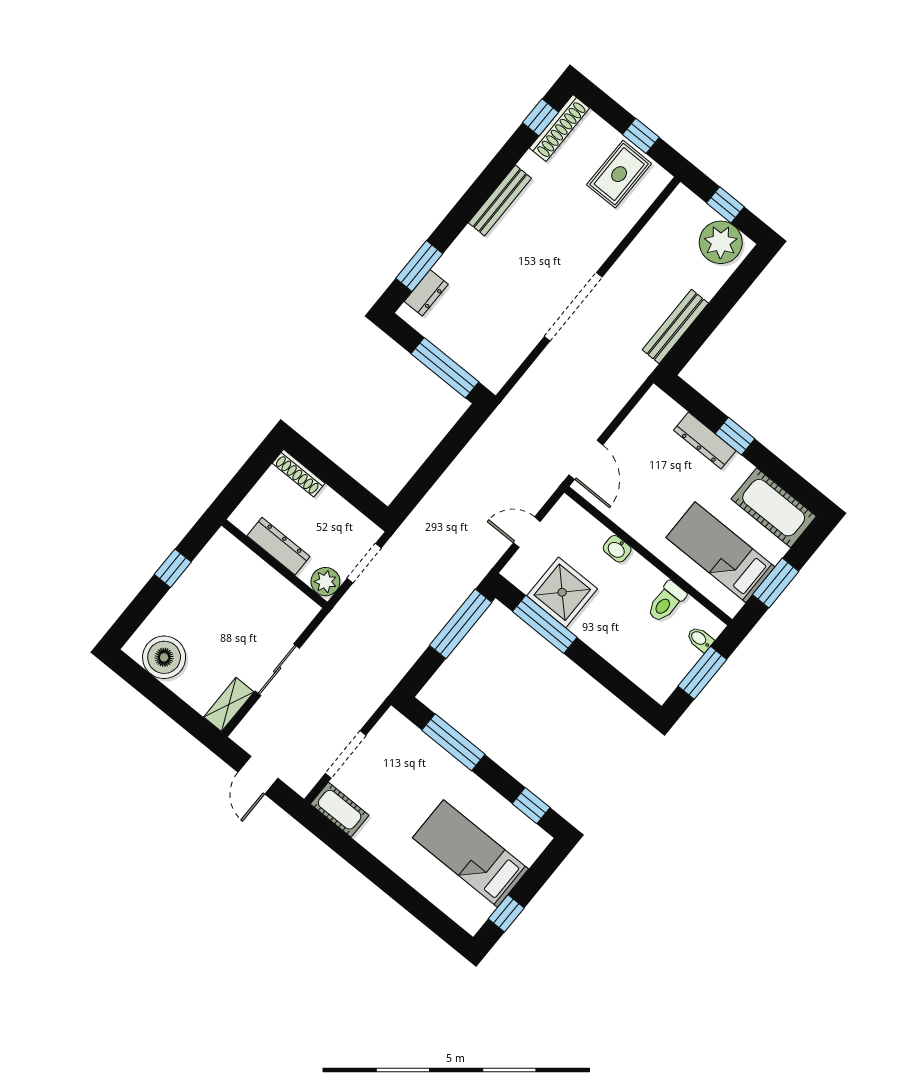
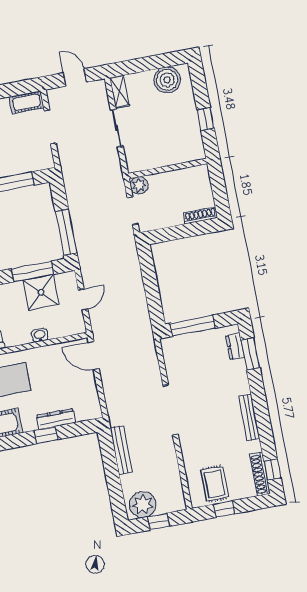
dresser: (278, 546) -> (174, 177), removed

